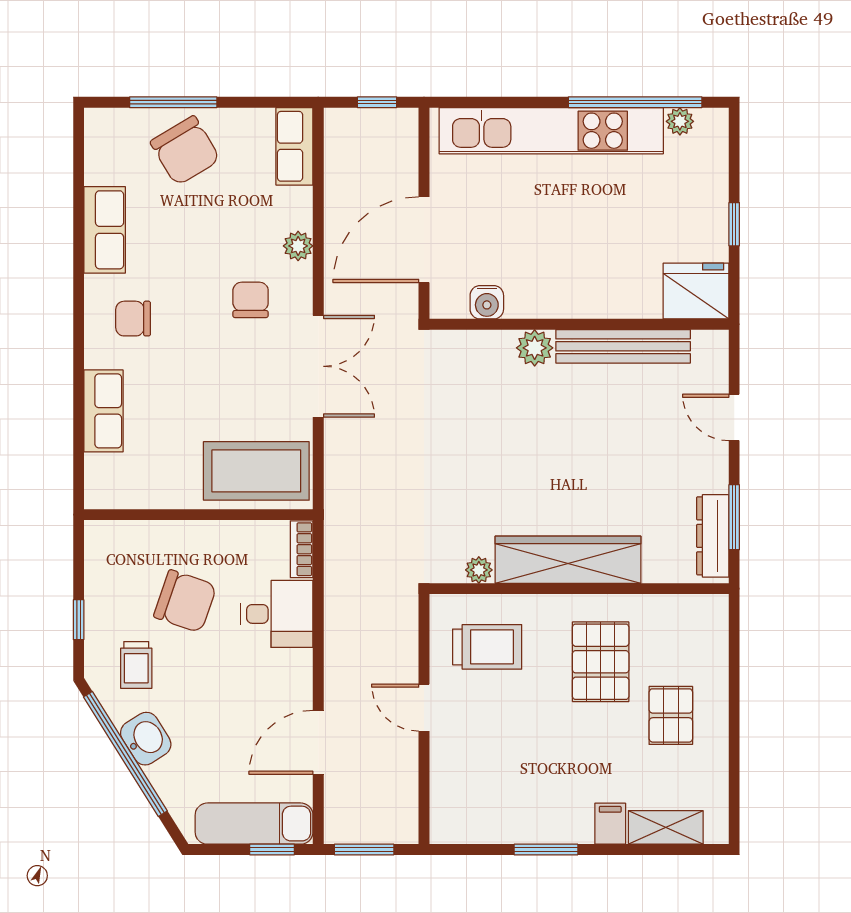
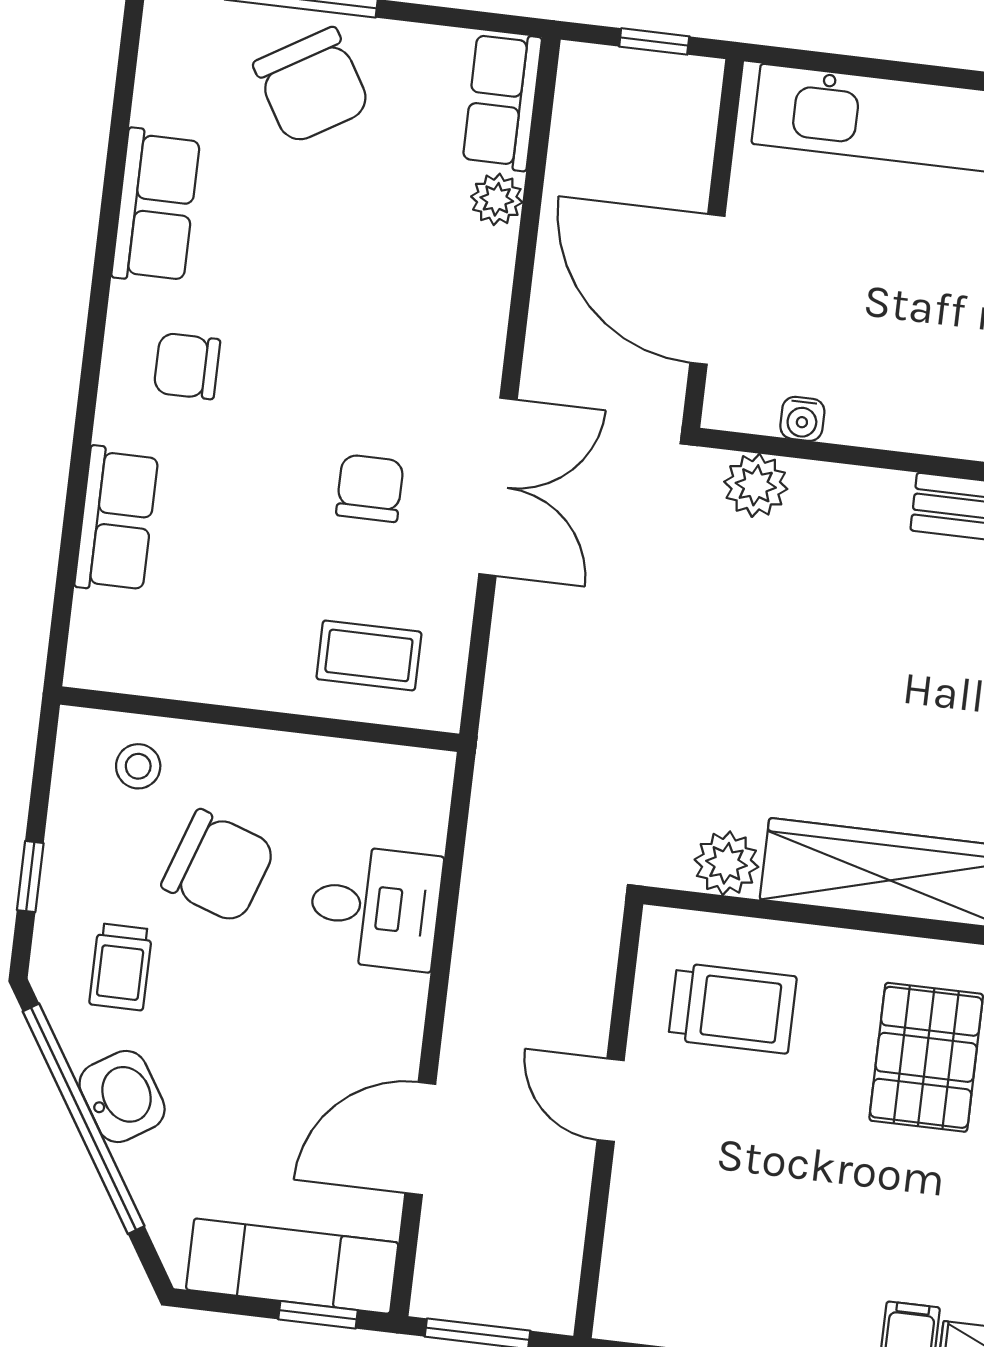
door: (424, 240) -> (707, 289), hinge flipped
plant: (298, 246) -> (497, 199), moved
chair: (251, 300) -> (370, 488), moved
water cooler: (487, 302) -> (802, 419), width x0.72, depth x0.72
plant: (535, 348) -> (756, 485), moved
coffee table: (256, 471) -> (369, 655), width x0.54, depth x0.58
bookcase: (302, 549) -> (431, 800), removed
stool: (133, 550) -> (138, 766), added
plant: (479, 570) -> (726, 863), width x1.38, depth x1.38

